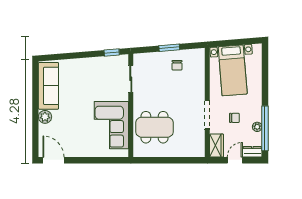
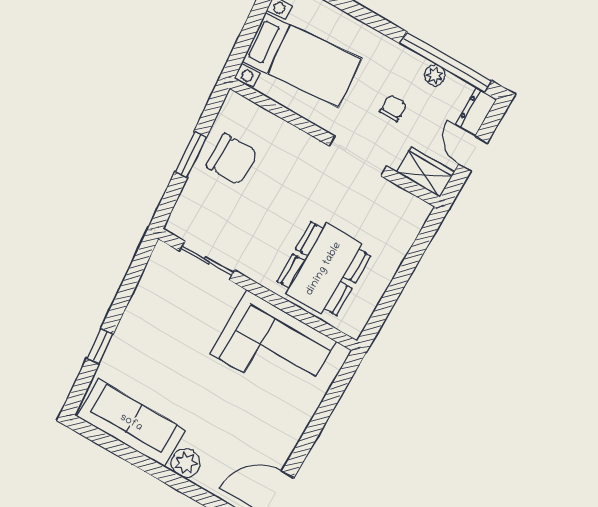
window: (112, 52) -> (100, 346), moved
chair: (177, 65) -> (232, 159), width x1.87, depth x1.87

